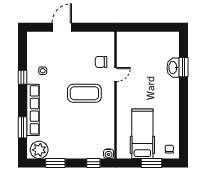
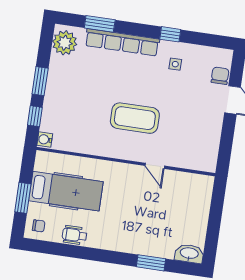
chair: (101, 62) -> (220, 76), moved
washbasin: (173, 68) -> (189, 254), moved
coffee table: (84, 93) -> (135, 118), turned 90
wheelchair: (172, 123) -> (75, 235), added
window: (55, 163) -> (40, 81), moved

